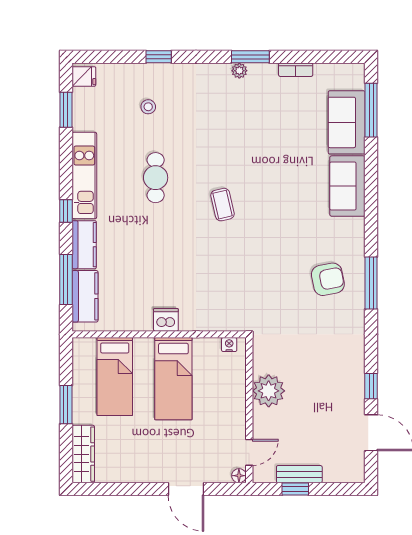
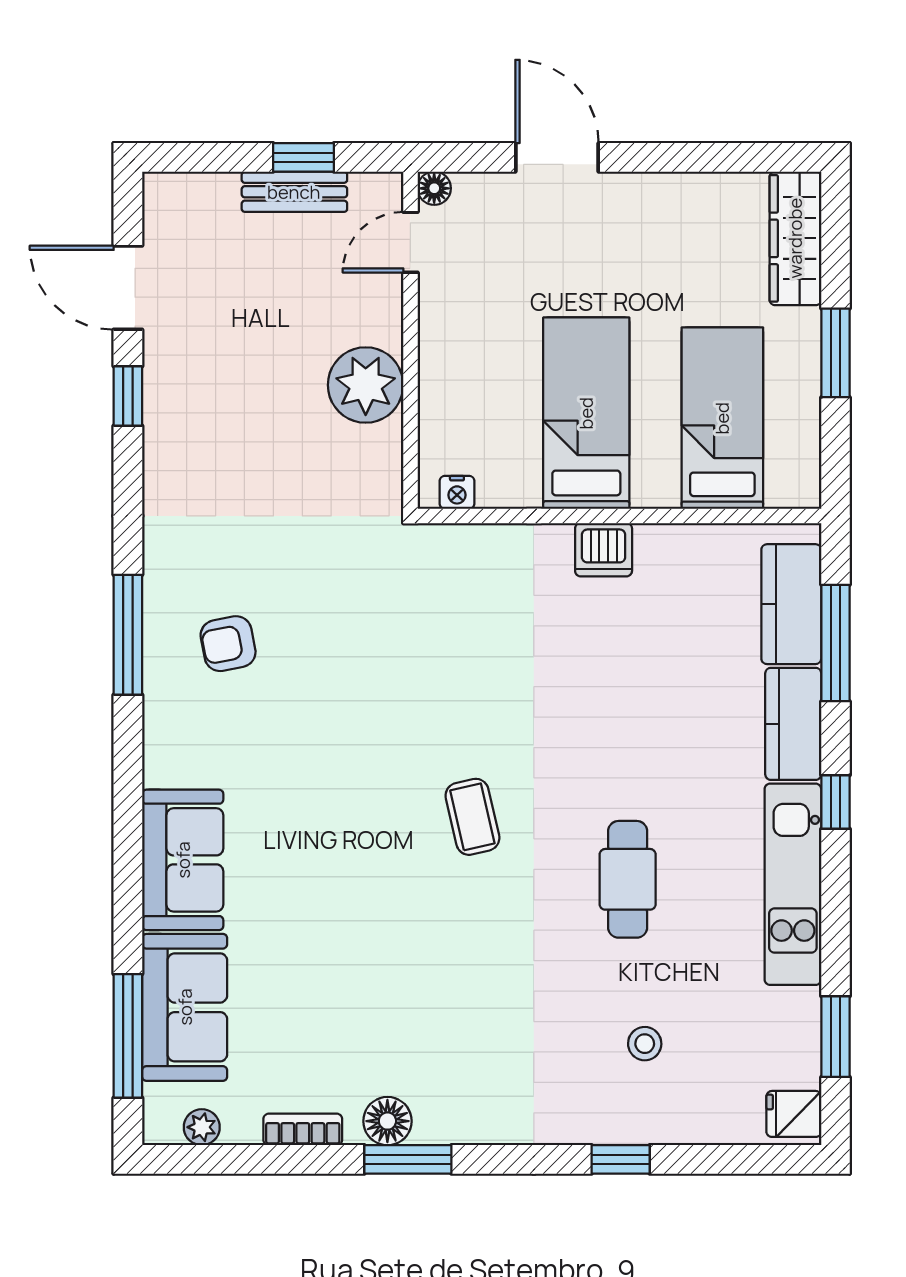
plant: (239, 71) -> (202, 1127), moved
floor lamp: (259, 73) -> (387, 1121), added
armchair: (328, 279) -> (228, 644), width x0.72, depth x0.72

